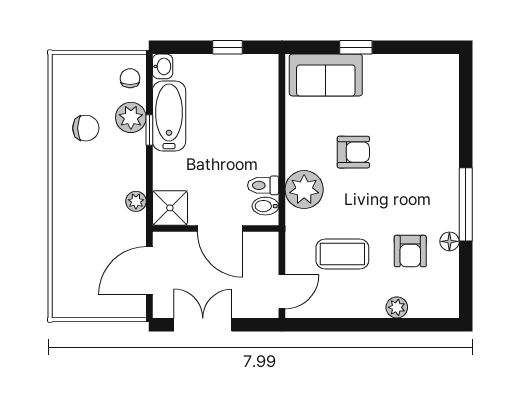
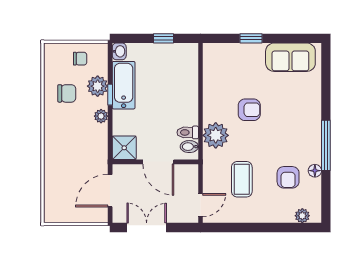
sofa: (326, 75) -> (290, 57), moved
chair: (130, 78) -> (80, 59), moved, turned 90
plant: (136, 201) -> (101, 116), moved
coffee table: (342, 254) -> (242, 179), turned 90
plant: (397, 307) -> (302, 216), moved

